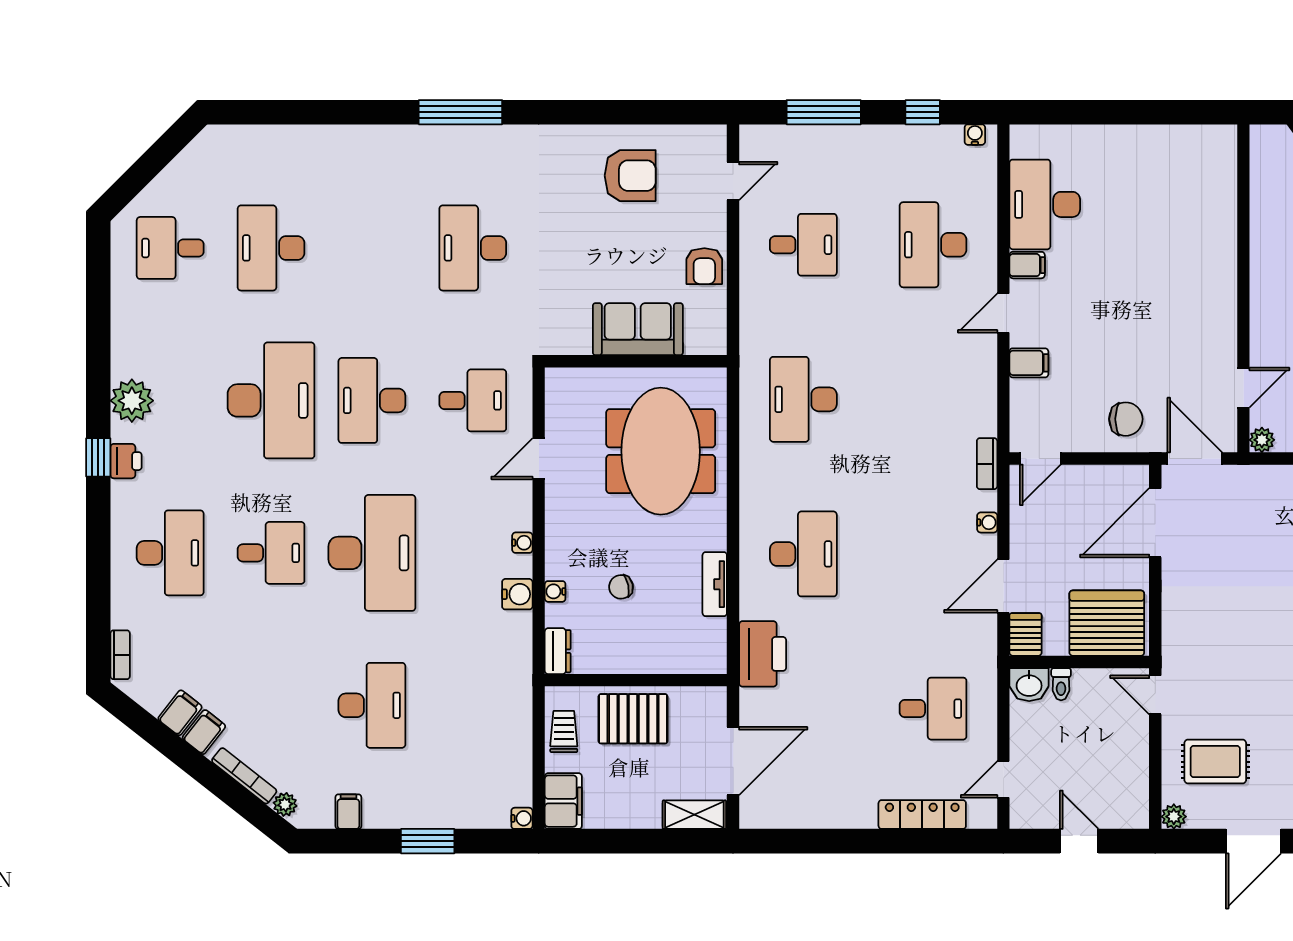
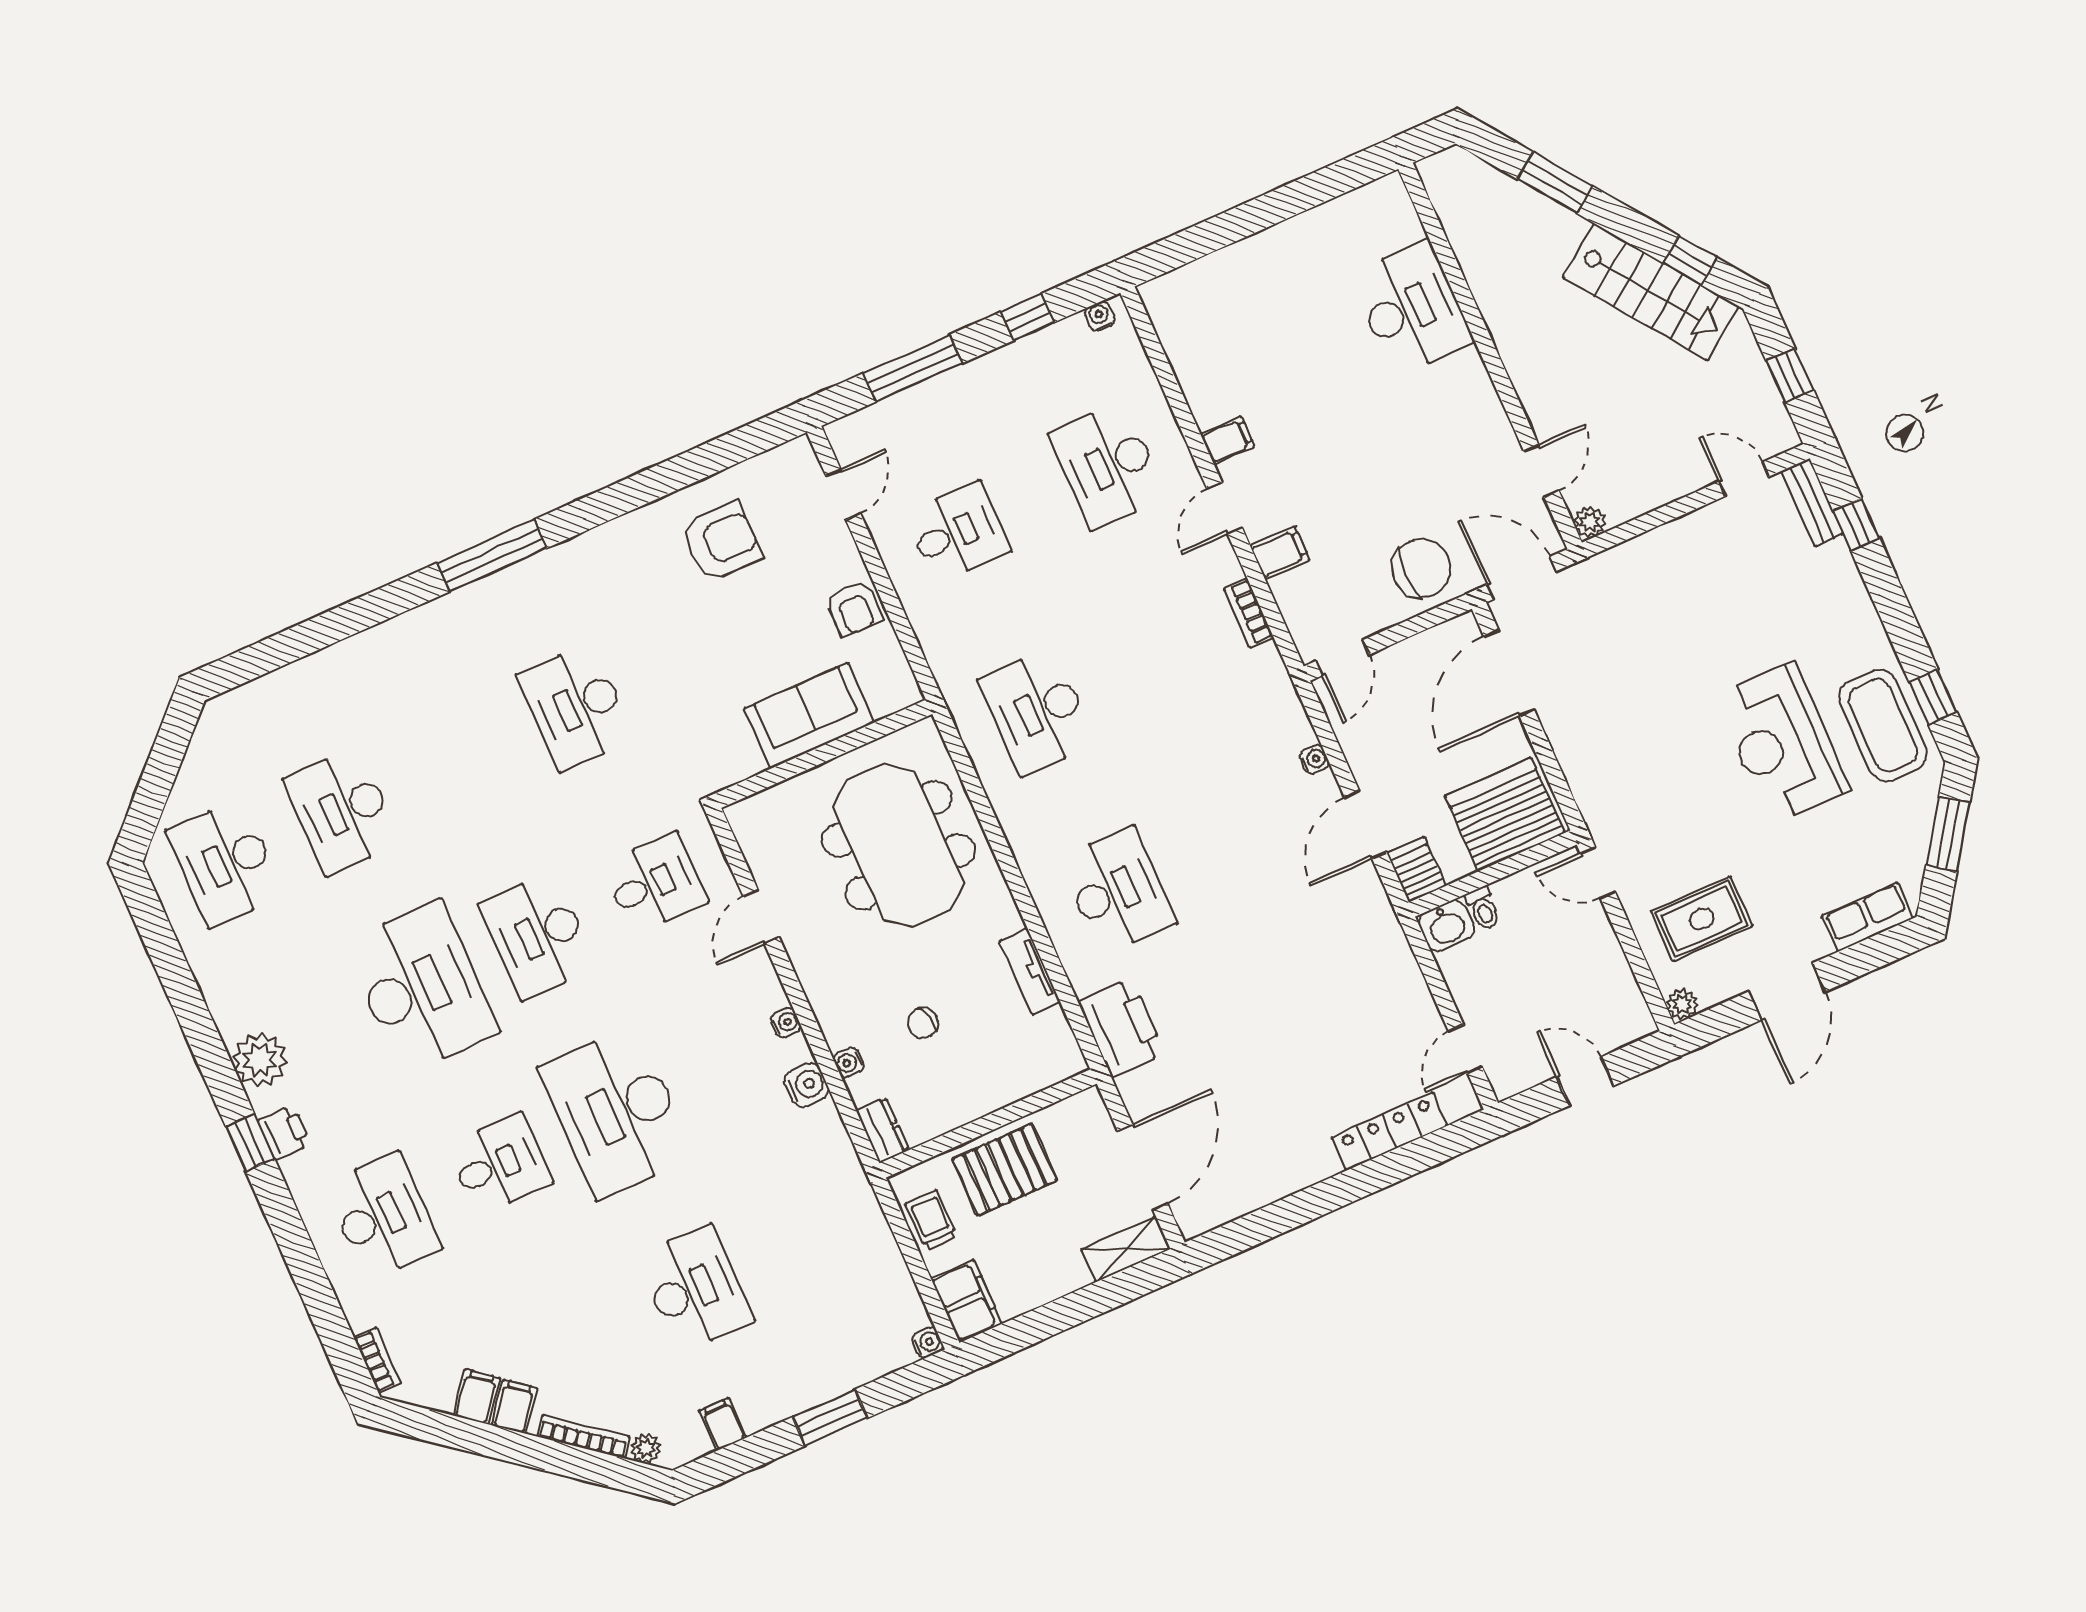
desk: (1045, 204) -> (1412, 308), moved, turned 180
desk: (170, 248) -> (225, 863), width x1.37
chair: (1126, 419) -> (1421, 568), width x1.37, depth x1.37
bookcase: (987, 464) -> (1249, 613), moved
desk: (372, 553) -> (617, 1112), turned 180
desk: (933, 709) -> (1347, 1003), removed

